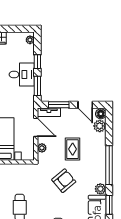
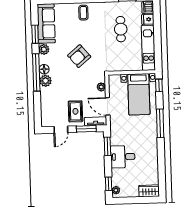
window: (37, 62) -> (109, 184), moved
door: (85, 105) -> (61, 130), swing flipped
floor lamp: (101, 114) -> (44, 69), moved
plant: (100, 126) -> (46, 81), moved
rug: (73, 149) -> (75, 111), moved

